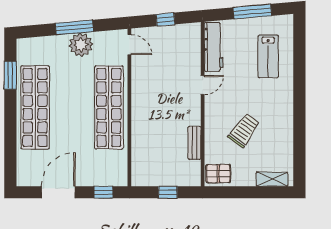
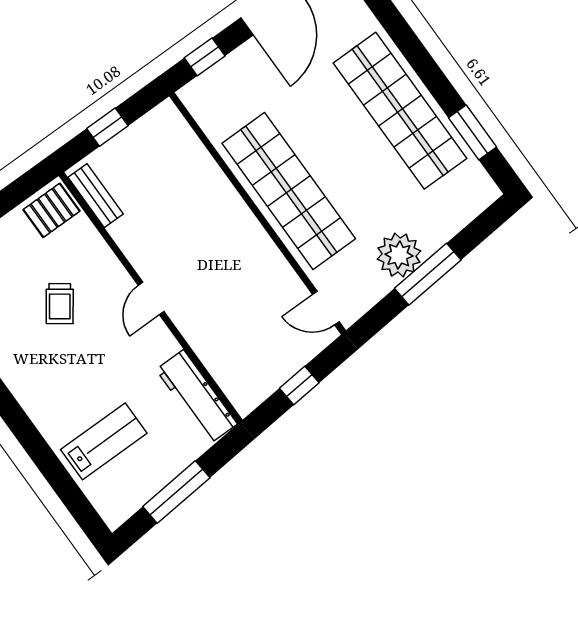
lab bench: (268, 56) -> (104, 441), turned 90
door: (203, 85) -> (151, 298), moved
trolley: (244, 130) -> (60, 304), width x0.73, depth x0.72
bench: (194, 143) -> (96, 196), moved

